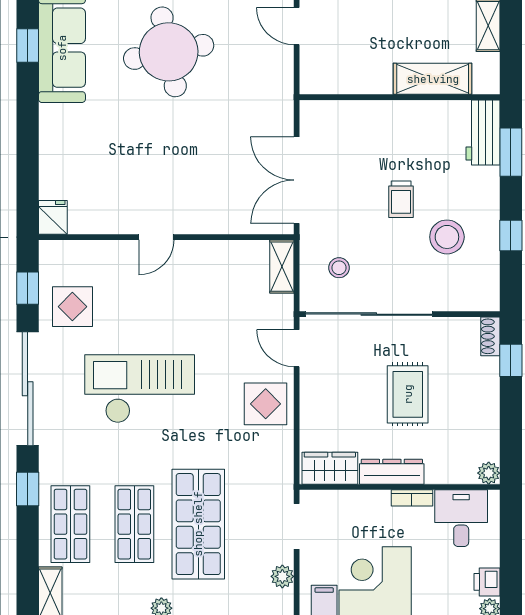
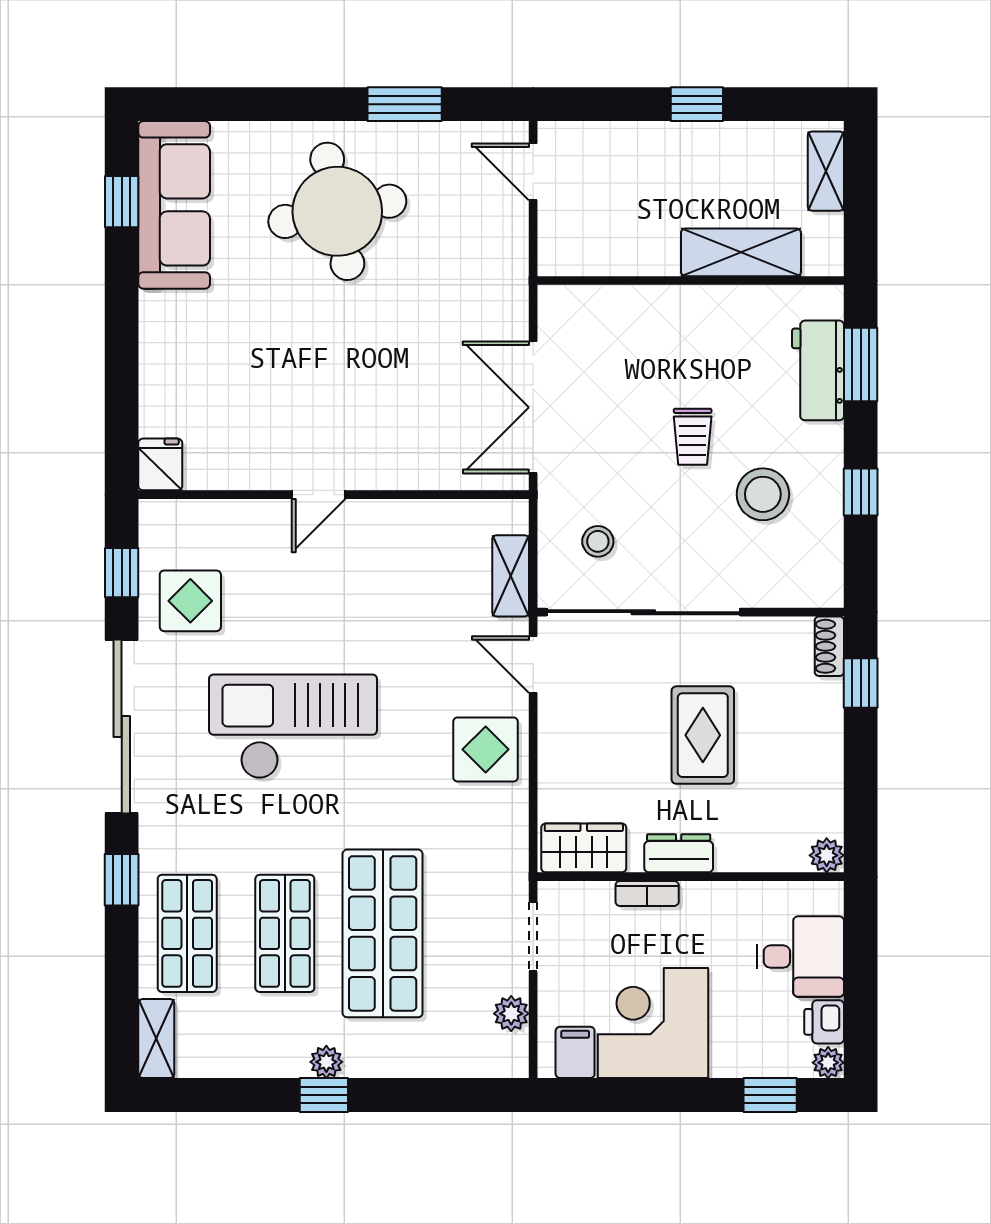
workbench: (483, 133) -> (818, 370), moved
shelving: (282, 267) -> (511, 576), moved
dresser: (392, 472) -> (679, 853), width x0.70
bookcase: (412, 498) -> (647, 893), moved
desk: (461, 518) -> (800, 957), moved, turned 90

